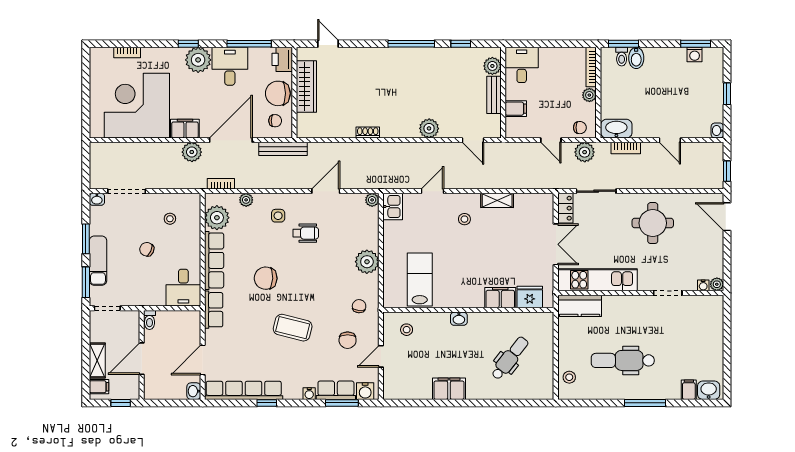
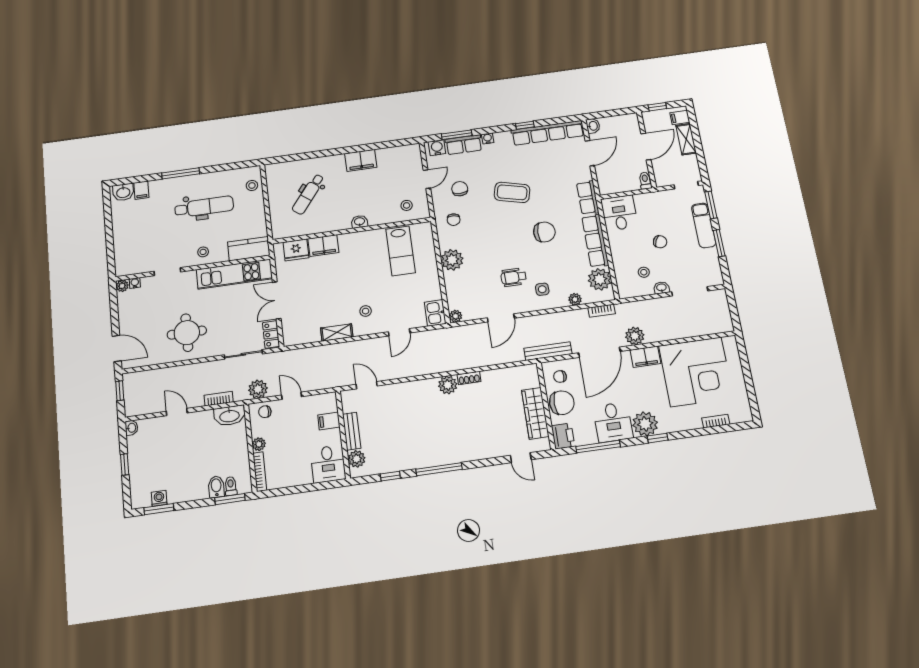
plant: (429, 128) -> (448, 385), moved
washbasin: (97, 199) -> (661, 288), moved
stool: (628, 309) -> (203, 252), added

